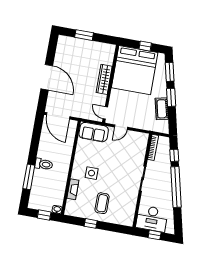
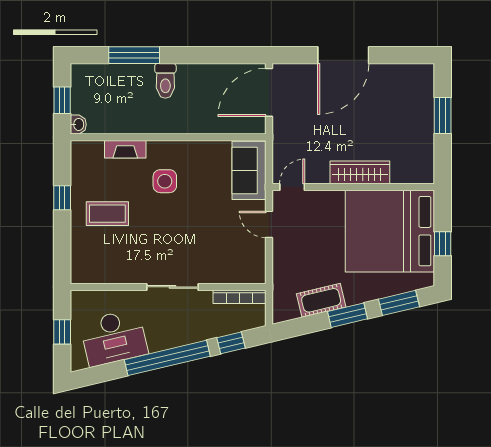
desk: (152, 219) -> (114, 338), moved, turned -103

